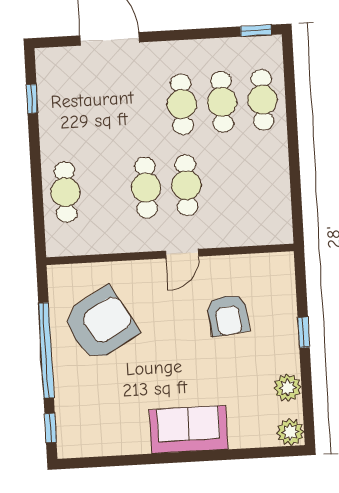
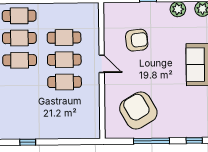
window: (32, 99) -> (28, 142), moved
cafe table: (65, 192) -> (64, 38), moved
window: (46, 350) -> (151, 141), width x0.68

